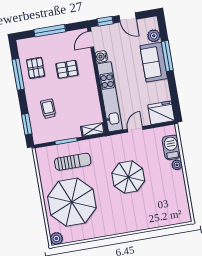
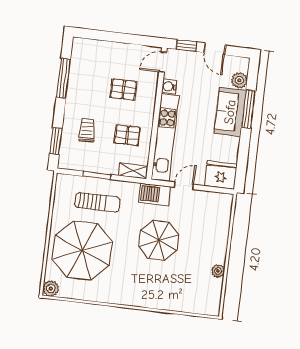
window: (50, 31) -> (117, 37), removed
pallet: (36, 68) -> (127, 135), moved, turned 90
barbecue: (171, 147) -> (155, 194), moved, turned -90
plant: (177, 165) -> (218, 271), moved

